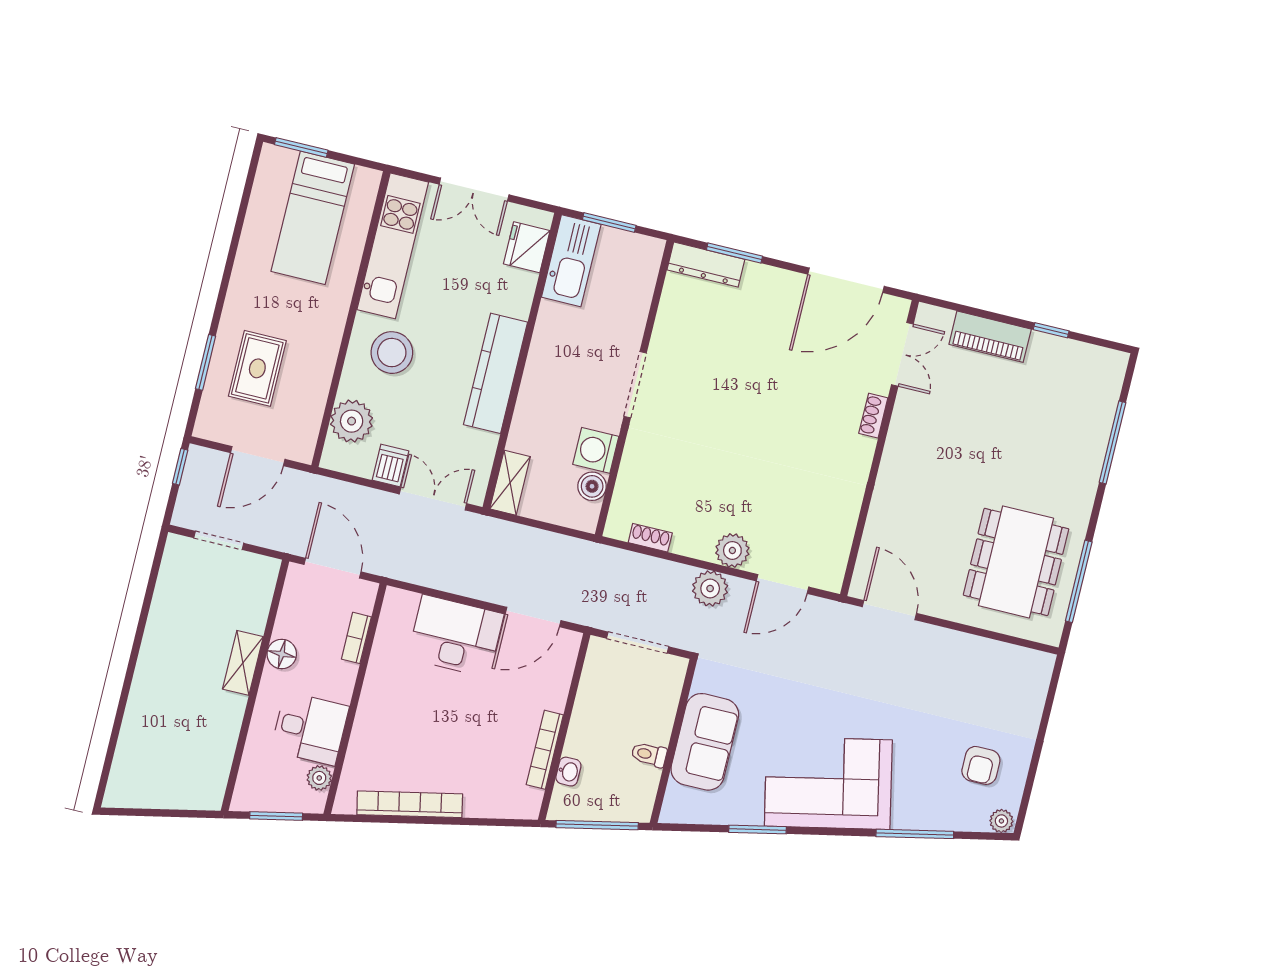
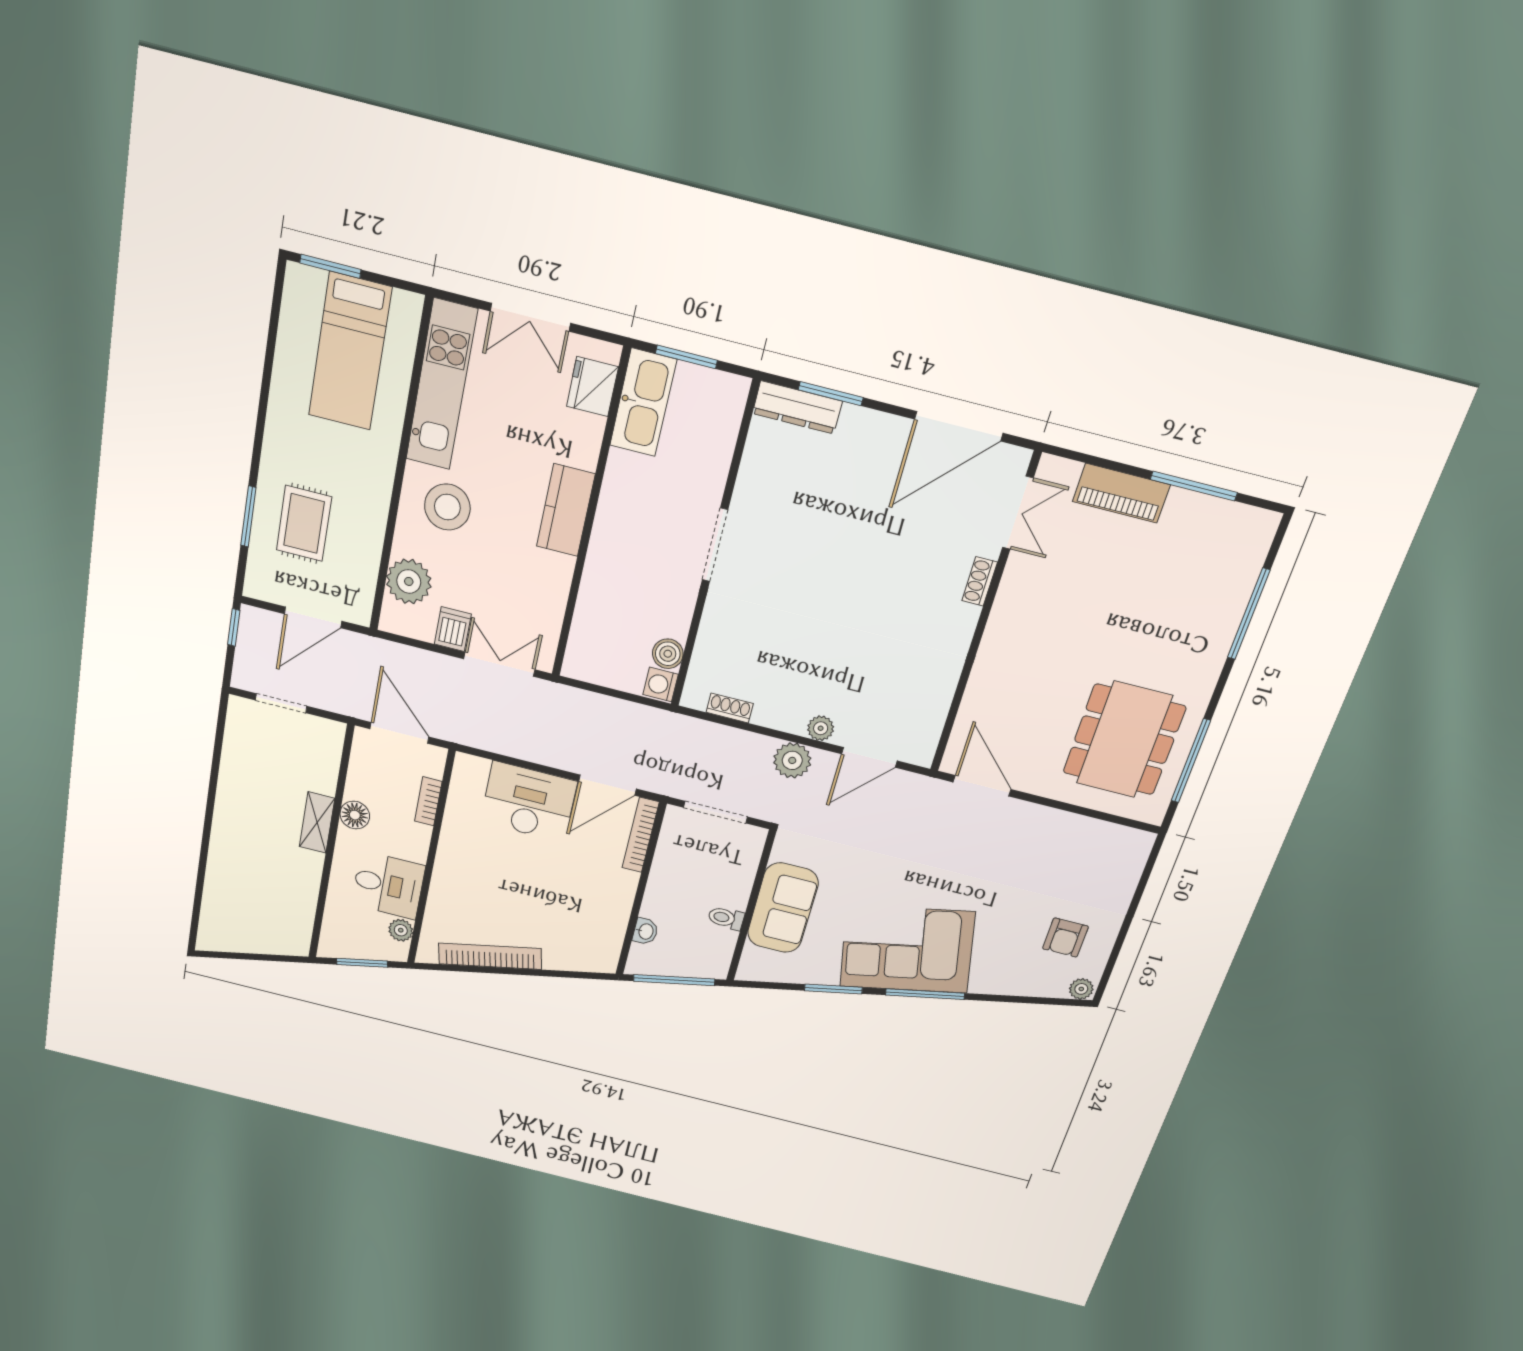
window: (1051, 330) -> (1194, 486), width x2.17
kitchen counter: (496, 373) -> (566, 510), width x0.67
washing machine: (596, 450) -> (661, 685), moved, width x0.73, depth x0.73
shelving: (510, 483) -> (580, 649), removed
plant: (732, 550) -> (821, 728), width x0.73, depth x0.73
bookcase: (545, 750) -> (641, 835), moved
window: (915, 834) -> (925, 994), moved

